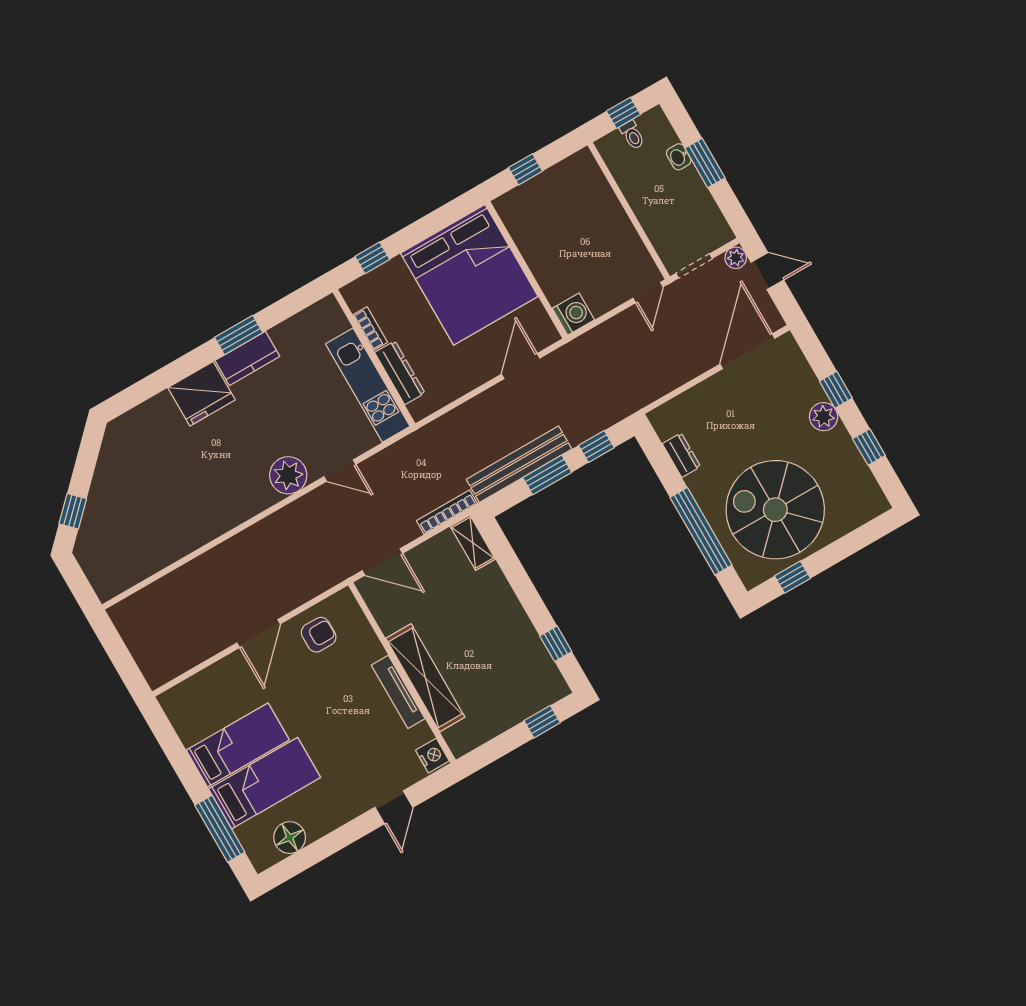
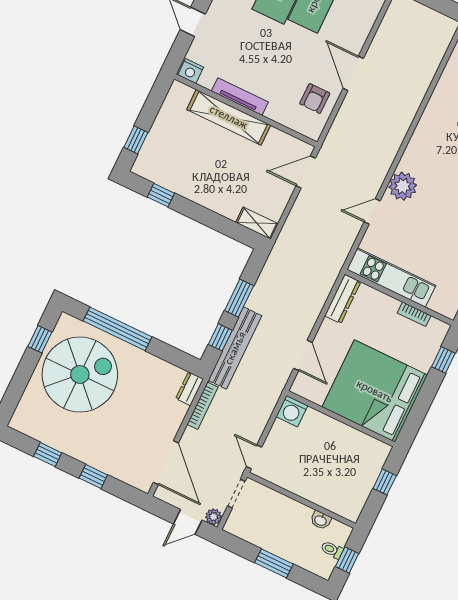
washbasin: (679, 157) -> (321, 520), moved, turned 180
dresser: (400, 373) -> (343, 299), moved, turned -90
plant: (824, 417) -> (90, 454), removed
dresser: (681, 455) -> (190, 389), moved, turned 90
bench: (519, 464) -> (235, 348), moved
bookcase: (447, 512) -> (202, 406), moved

